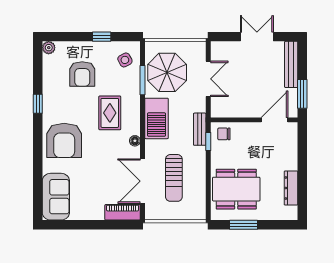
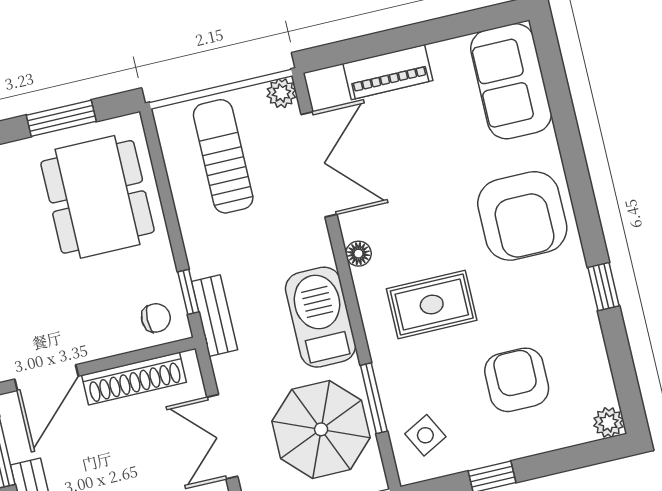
shoe rack: (239, 111) -> (134, 379), added
rug: (110, 113) -> (432, 304), turned 90
armchair: (64, 140) -> (522, 216), turned 180
sun lounger: (174, 178) -> (223, 156), moved
dining table: (236, 189) -> (98, 197), turned 90
piano: (123, 212) -> (388, 72), moved
plant: (151, 214) -> (281, 93), added

